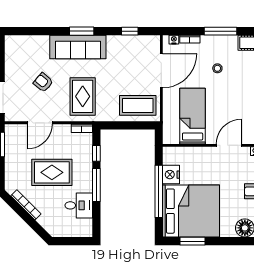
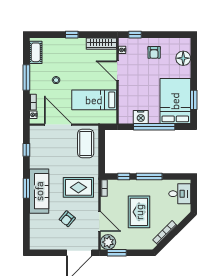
plant: (14, 134) -> (108, 242), added
desk: (79, 205) -> (180, 194), moved, turned 90
bed: (191, 211) -> (175, 101), width x0.73

